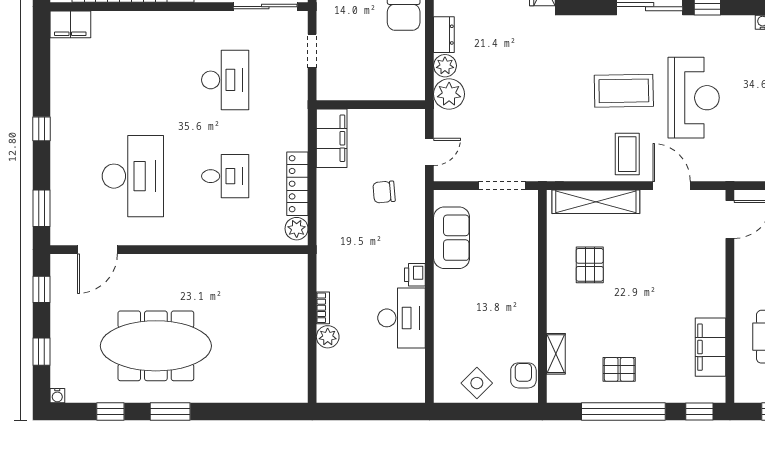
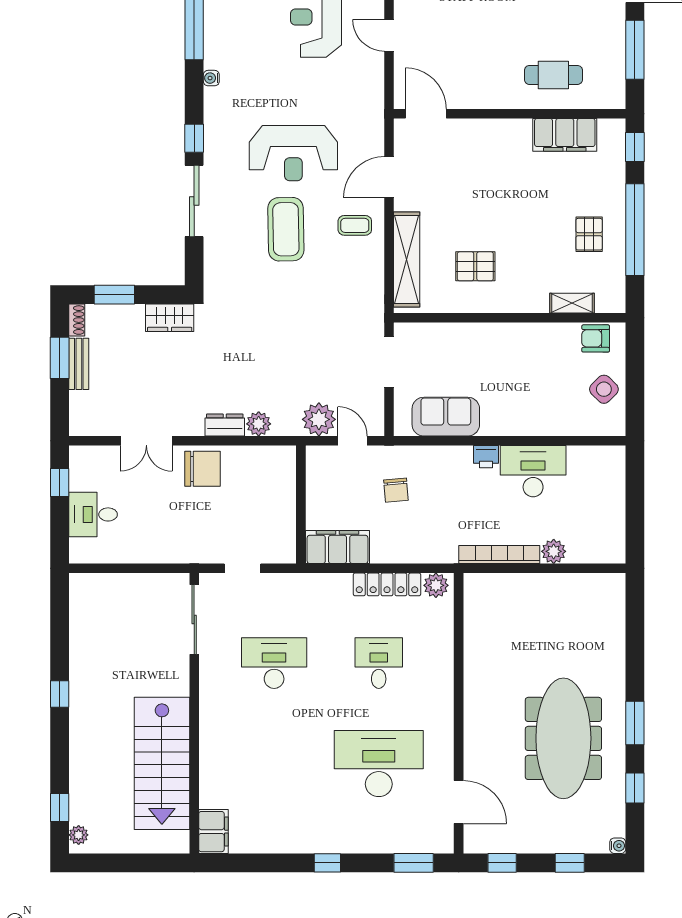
plant: (449, 94) -> (319, 419), moved
reception desk: (694, 98) -> (293, 153), turned 180
coffee table: (627, 154) -> (355, 225), width x0.73, depth x0.77
bookcase: (323, 308) -> (499, 555), width x2.31, depth x1.31

